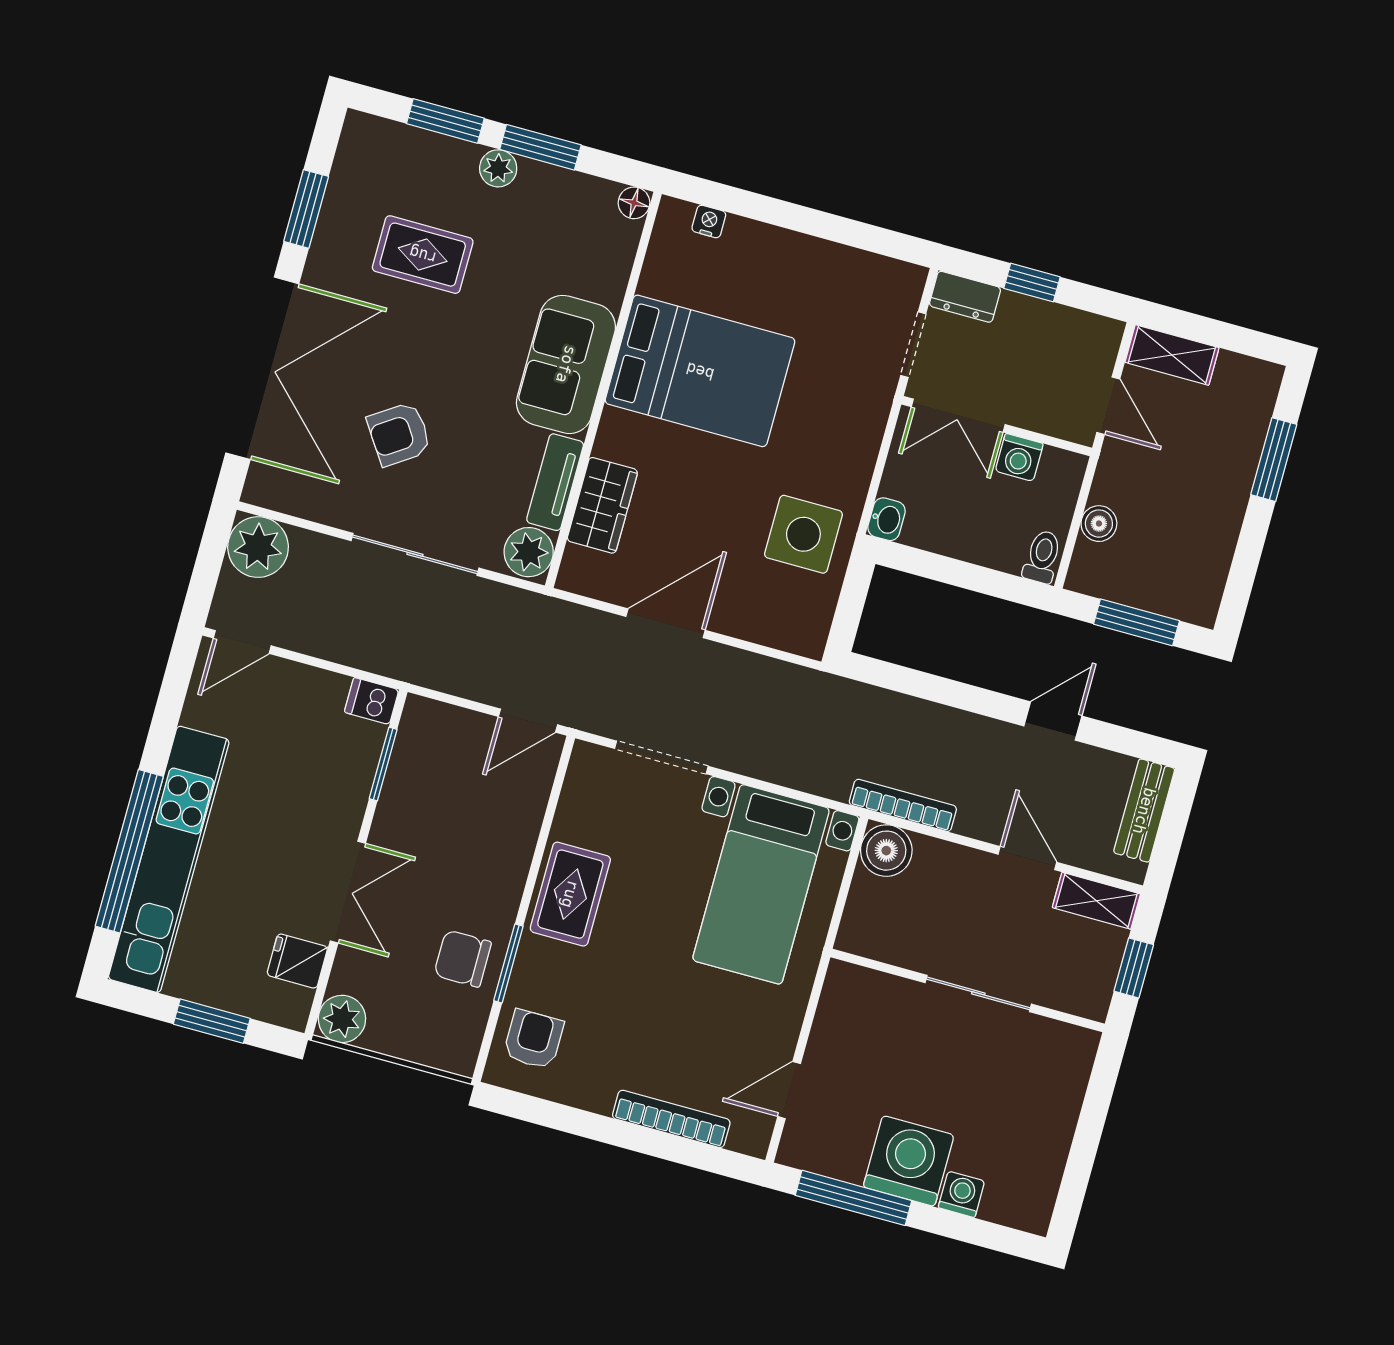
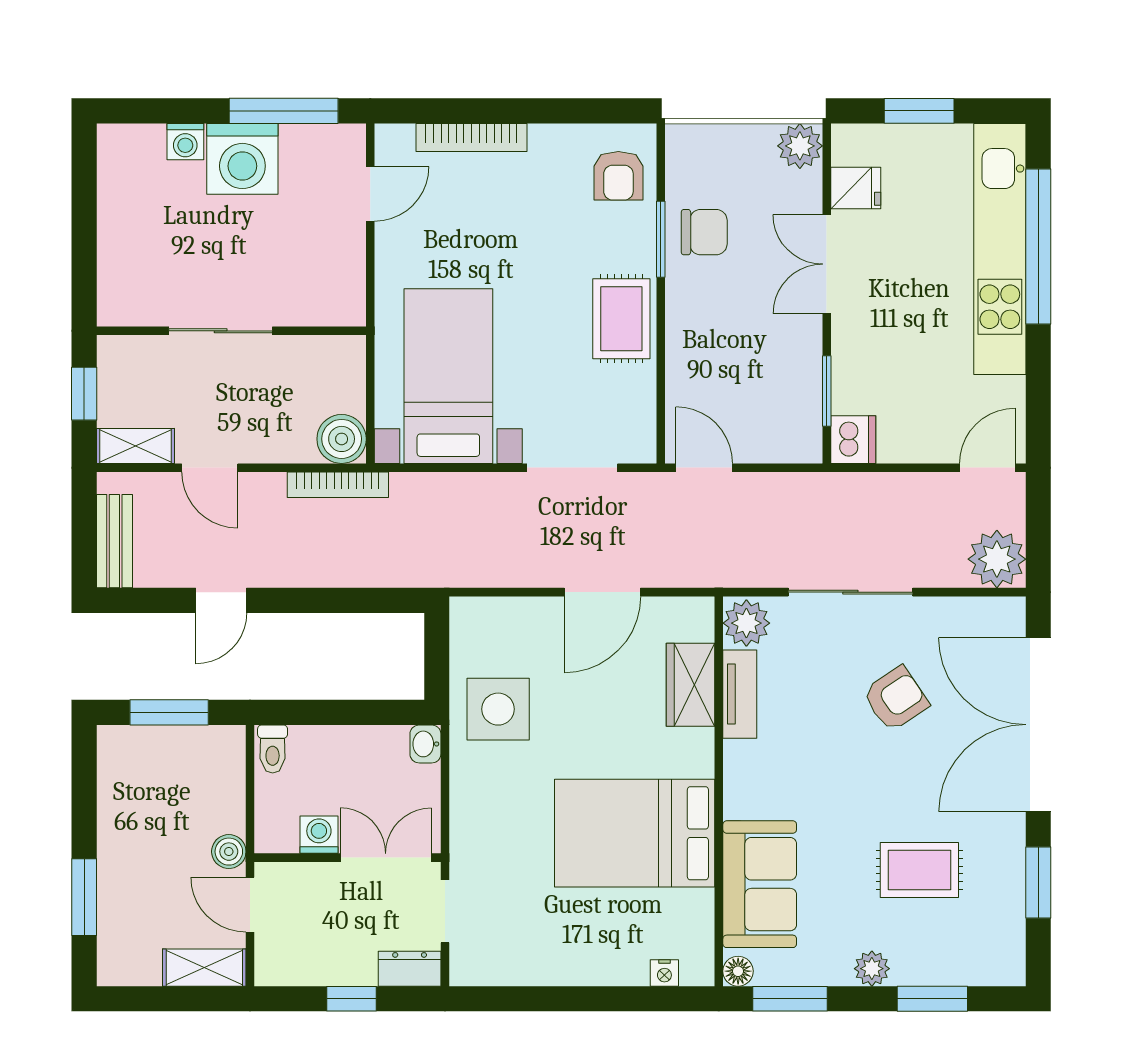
window: (540, 147) -> (790, 999), moved
sofa: (566, 364) -> (760, 884), moved
boiler: (1099, 524) -> (229, 852), moved
dishwasher: (372, 701) -> (853, 440), width x1.38
door: (528, 721) -> (704, 468), hinge flipped

